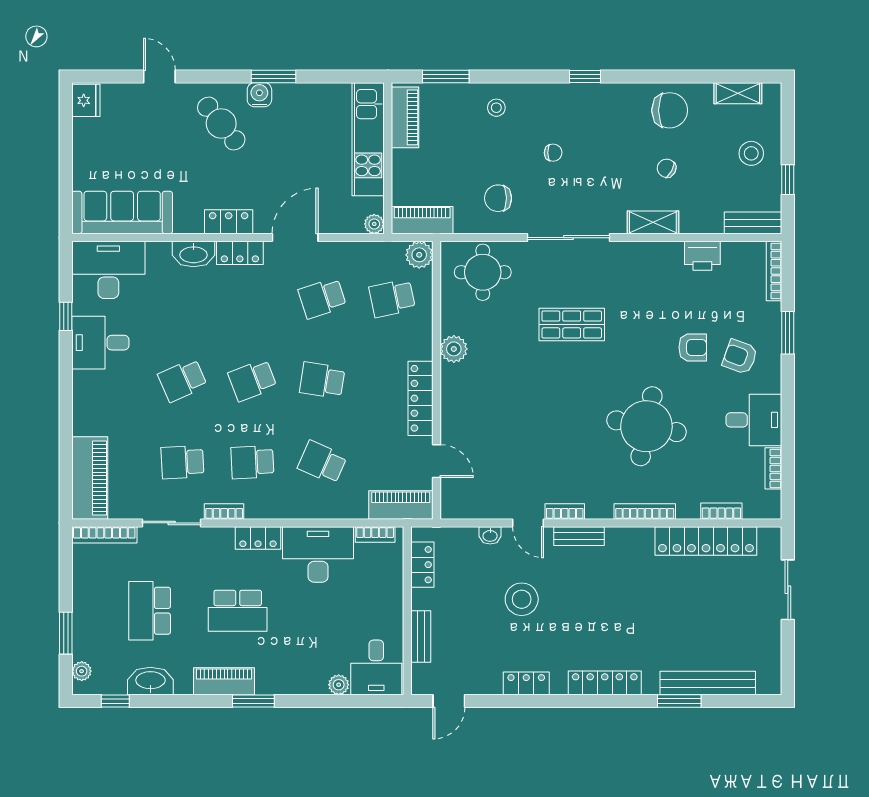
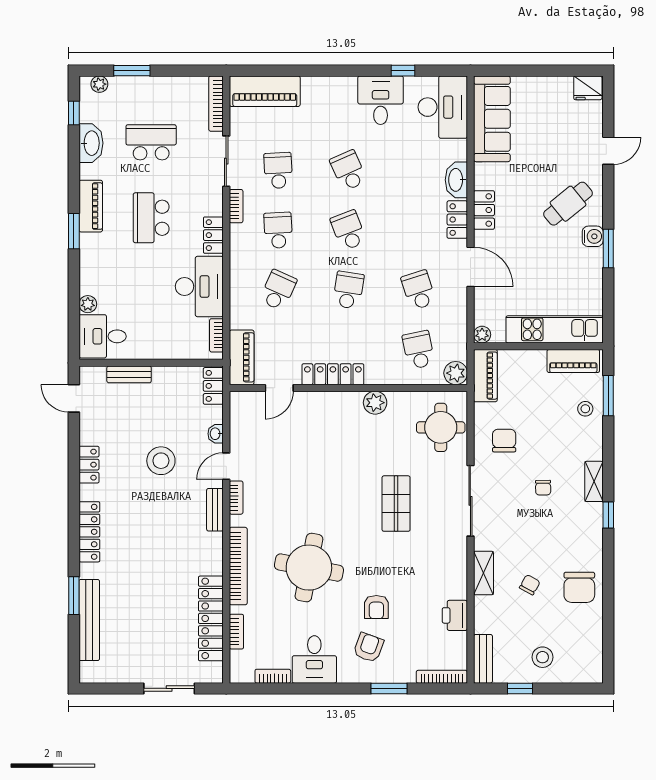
shelving: (738, 93) -> (594, 481), moved
stool: (496, 108) -> (585, 409), moved
bookcase: (645, 511) -> (238, 566), width x1.48, depth x1.31
locker: (422, 565) -> (213, 386), moved, turned 90

